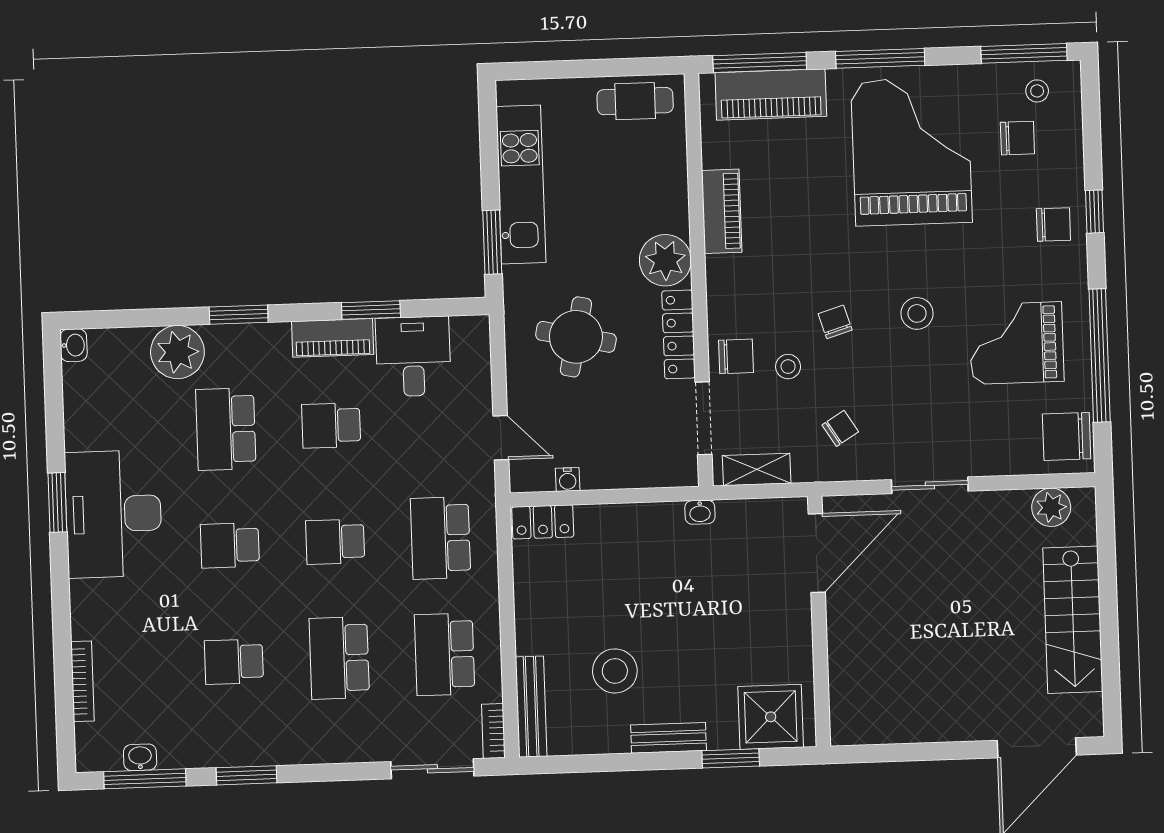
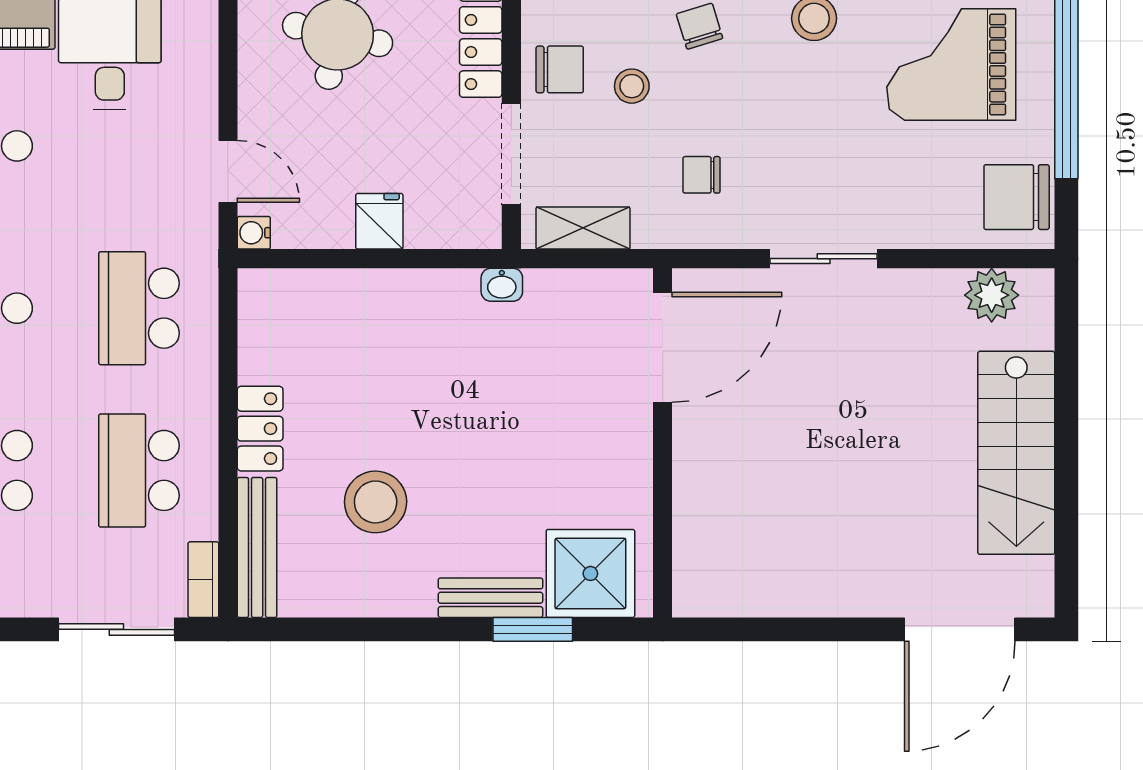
chair: (840, 428) -> (701, 175), turned -148
fridge: (611, 470) -> (379, 221), added
water cooler: (568, 479) -> (254, 233), moved, turned 90
locker: (543, 522) -> (260, 429), moved, turned -90
bench: (669, 738) -> (490, 598), moved

